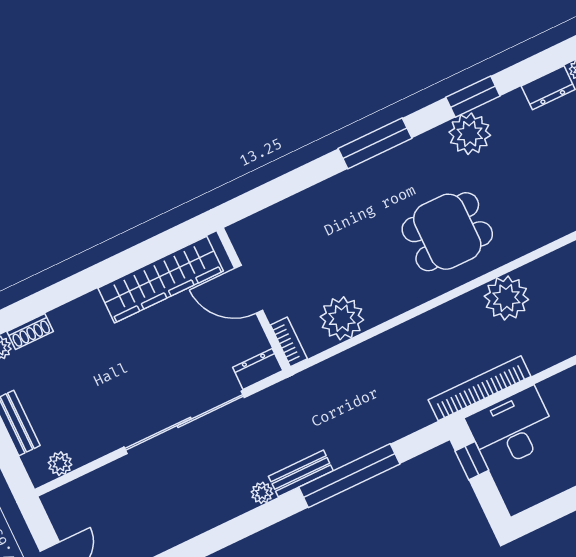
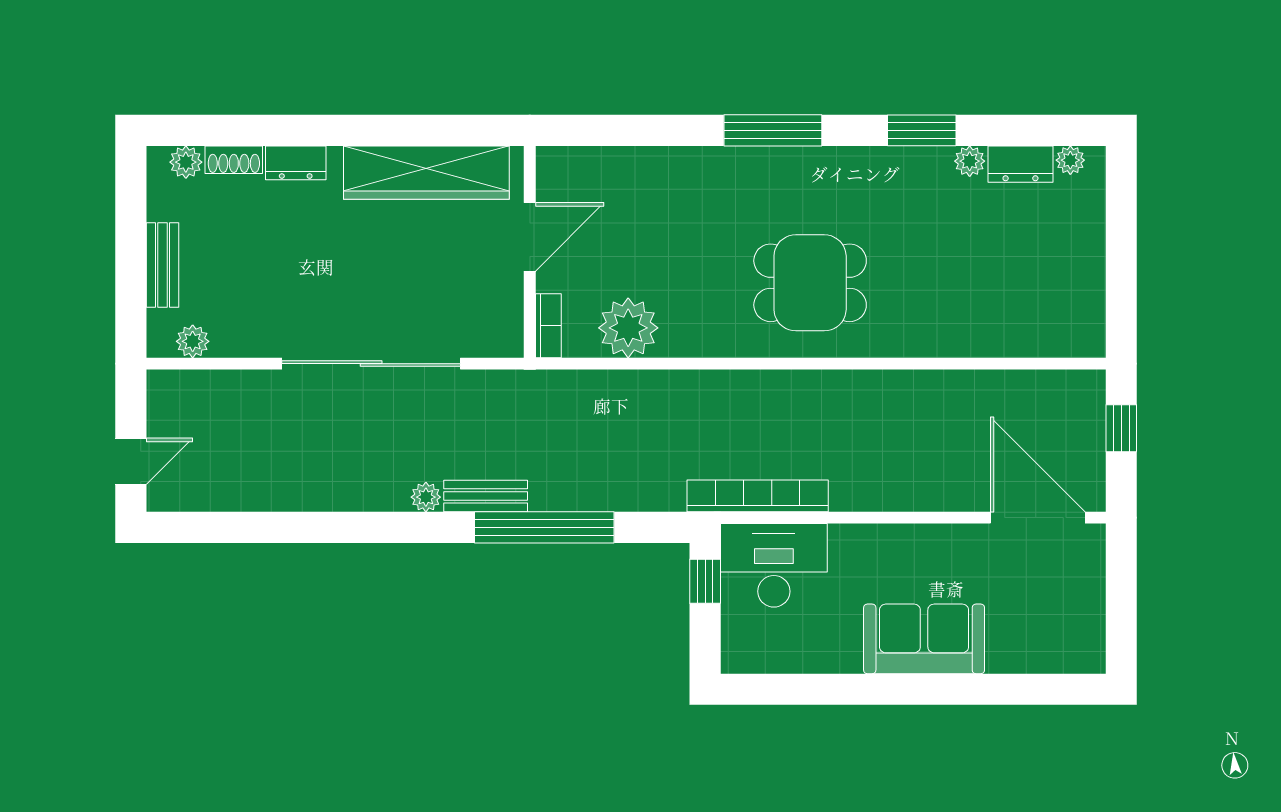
plant: (470, 134) -> (970, 161), moved, width x0.53, depth x0.53
door: (249, 289) -> (530, 237), swing flipped
plant: (506, 298) -> (844, 400), removed
dresser: (258, 369) -> (296, 163), moved, turned 180

